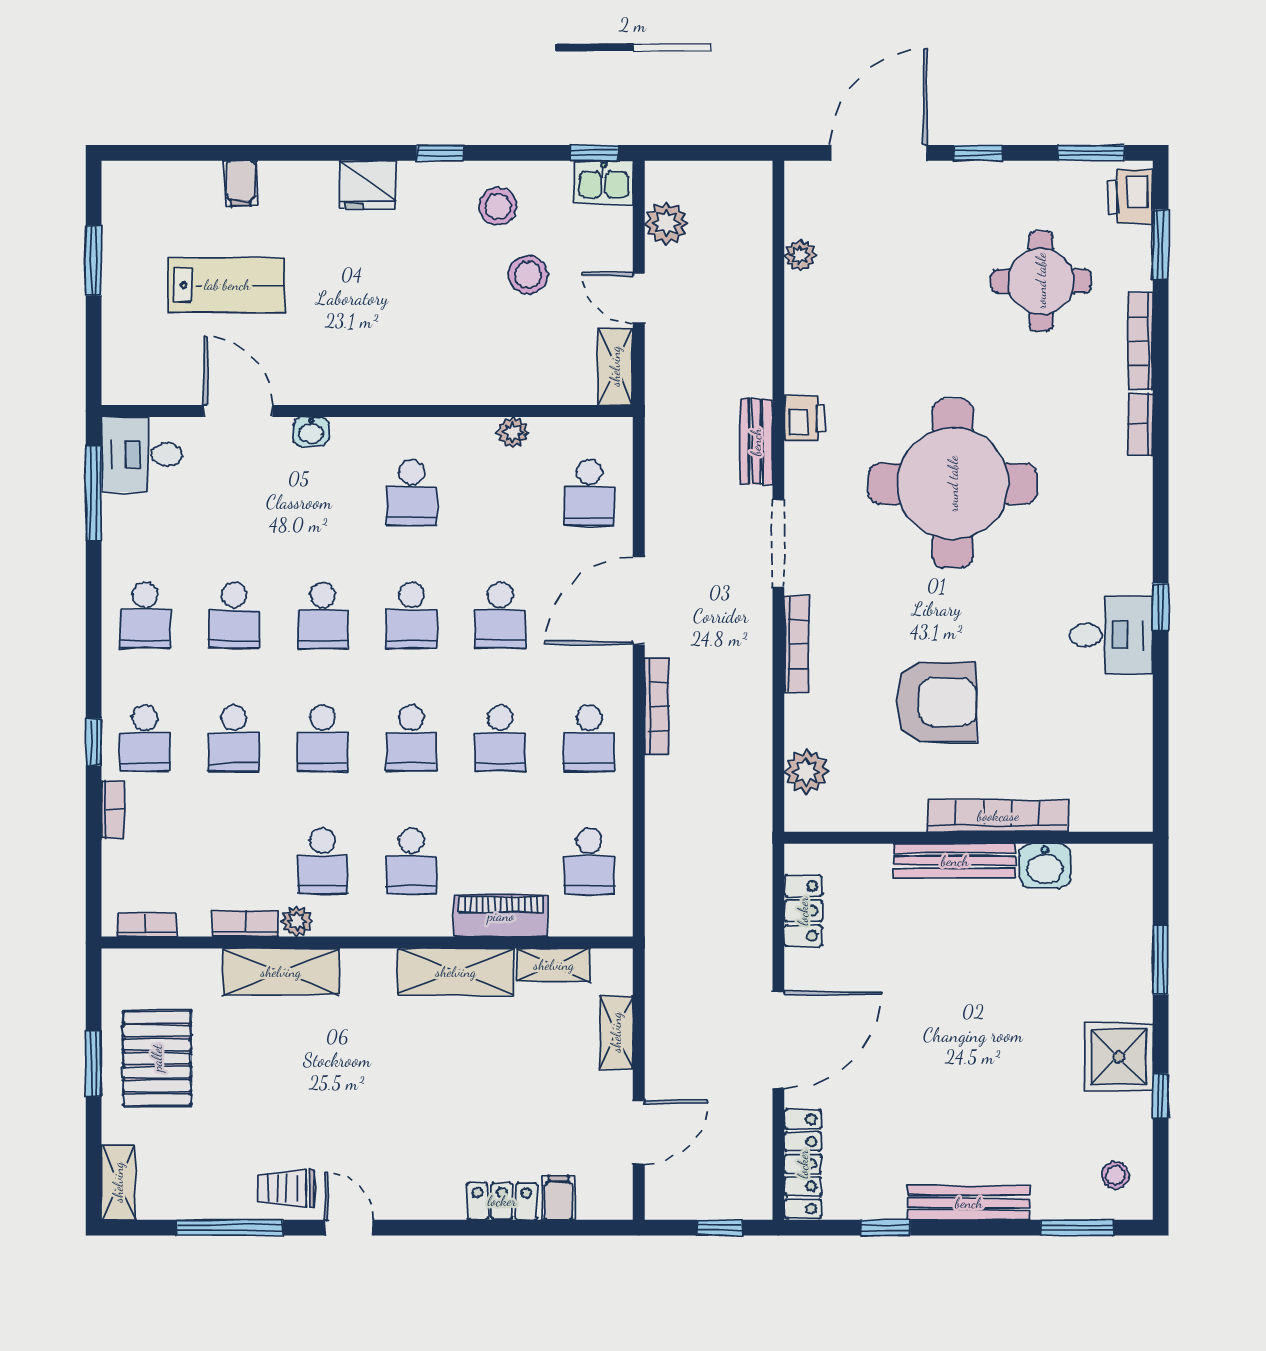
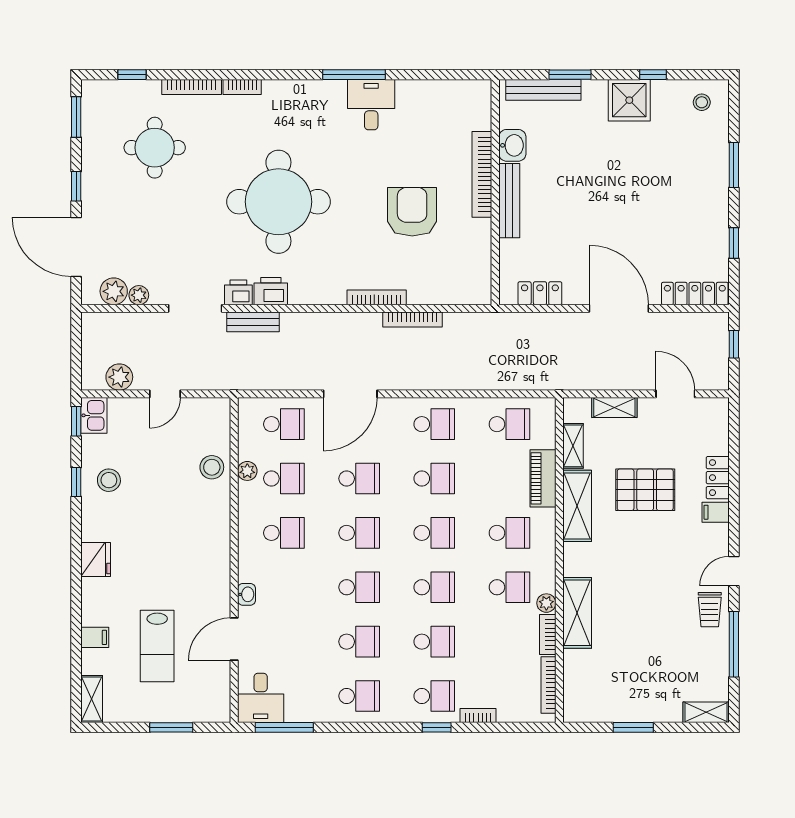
window: (440, 153) -> (76, 482), moved
printer: (1130, 197) -> (271, 291), moved, turned 180
window: (1161, 244) -> (132, 75), width x0.67
window: (94, 261) -> (171, 727), moved
stool: (528, 275) -> (212, 467), moved
lab bench: (227, 285) -> (157, 646), turned 180
shelving: (615, 366) -> (92, 699), moved, turned 90
school desk: (500, 492) -> (284, 479), added
doorway: (778, 544) -> (195, 308), moved
door: (639, 601) -> (350, 394), hinge flipped
window: (1161, 607) -> (354, 75), width x2.17
bookcase: (657, 707) -> (413, 320), moved, turned 180
plant: (806, 772) -> (114, 291), moved
bookcase: (146, 925) -> (548, 685), width x1.56
pallet: (157, 1058) -> (645, 490), moved
filing cabinet: (558, 1198) -> (716, 512), moved
bench: (969, 1203) -> (543, 90), moved, turned 90
window: (1077, 1228) -> (734, 165), moved

